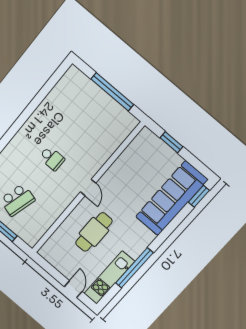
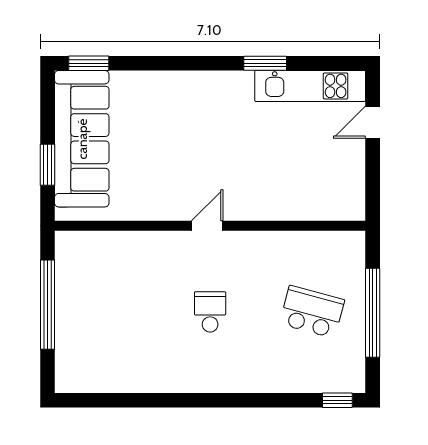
sofa: (172, 198) -> (82, 139), moved, turned -90
cafe table: (94, 232) -> (264, 164), removed
window: (134, 268) -> (265, 63), width x0.47

